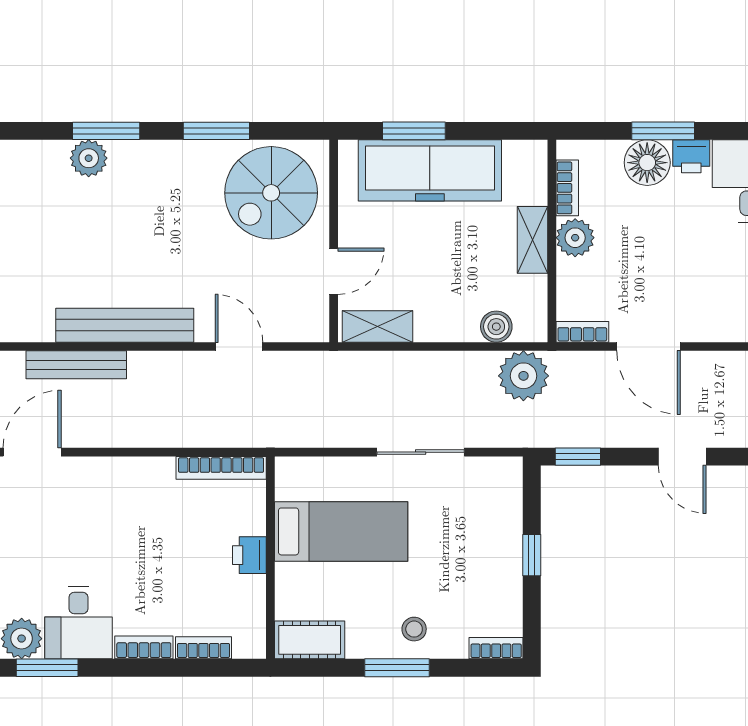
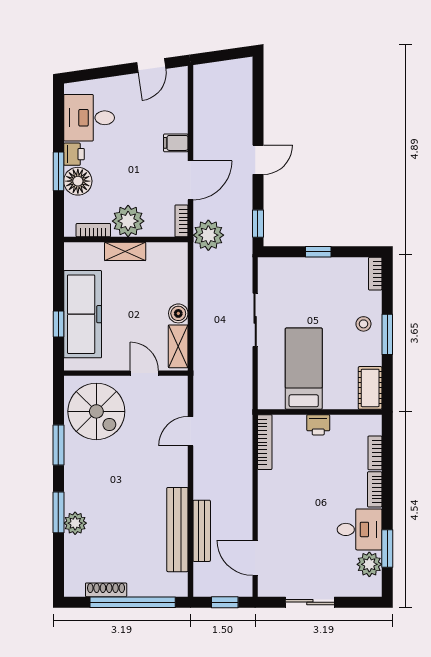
window: (414, 131) -> (58, 324), width x0.67
plant: (575, 238) -> (128, 221), width x1.36, depth x1.36
filing cabinet: (710, 323) -> (176, 143), added
bench: (125, 325) -> (177, 530), moved
boiler: (496, 327) -> (178, 313), moved
plant: (523, 376) -> (208, 235), moved

